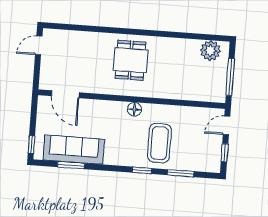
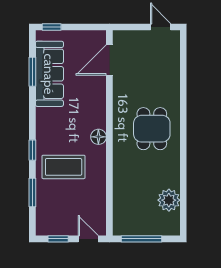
plant: (210, 51) -> (169, 200), moved
dining table: (131, 60) -> (152, 129), turned 90

